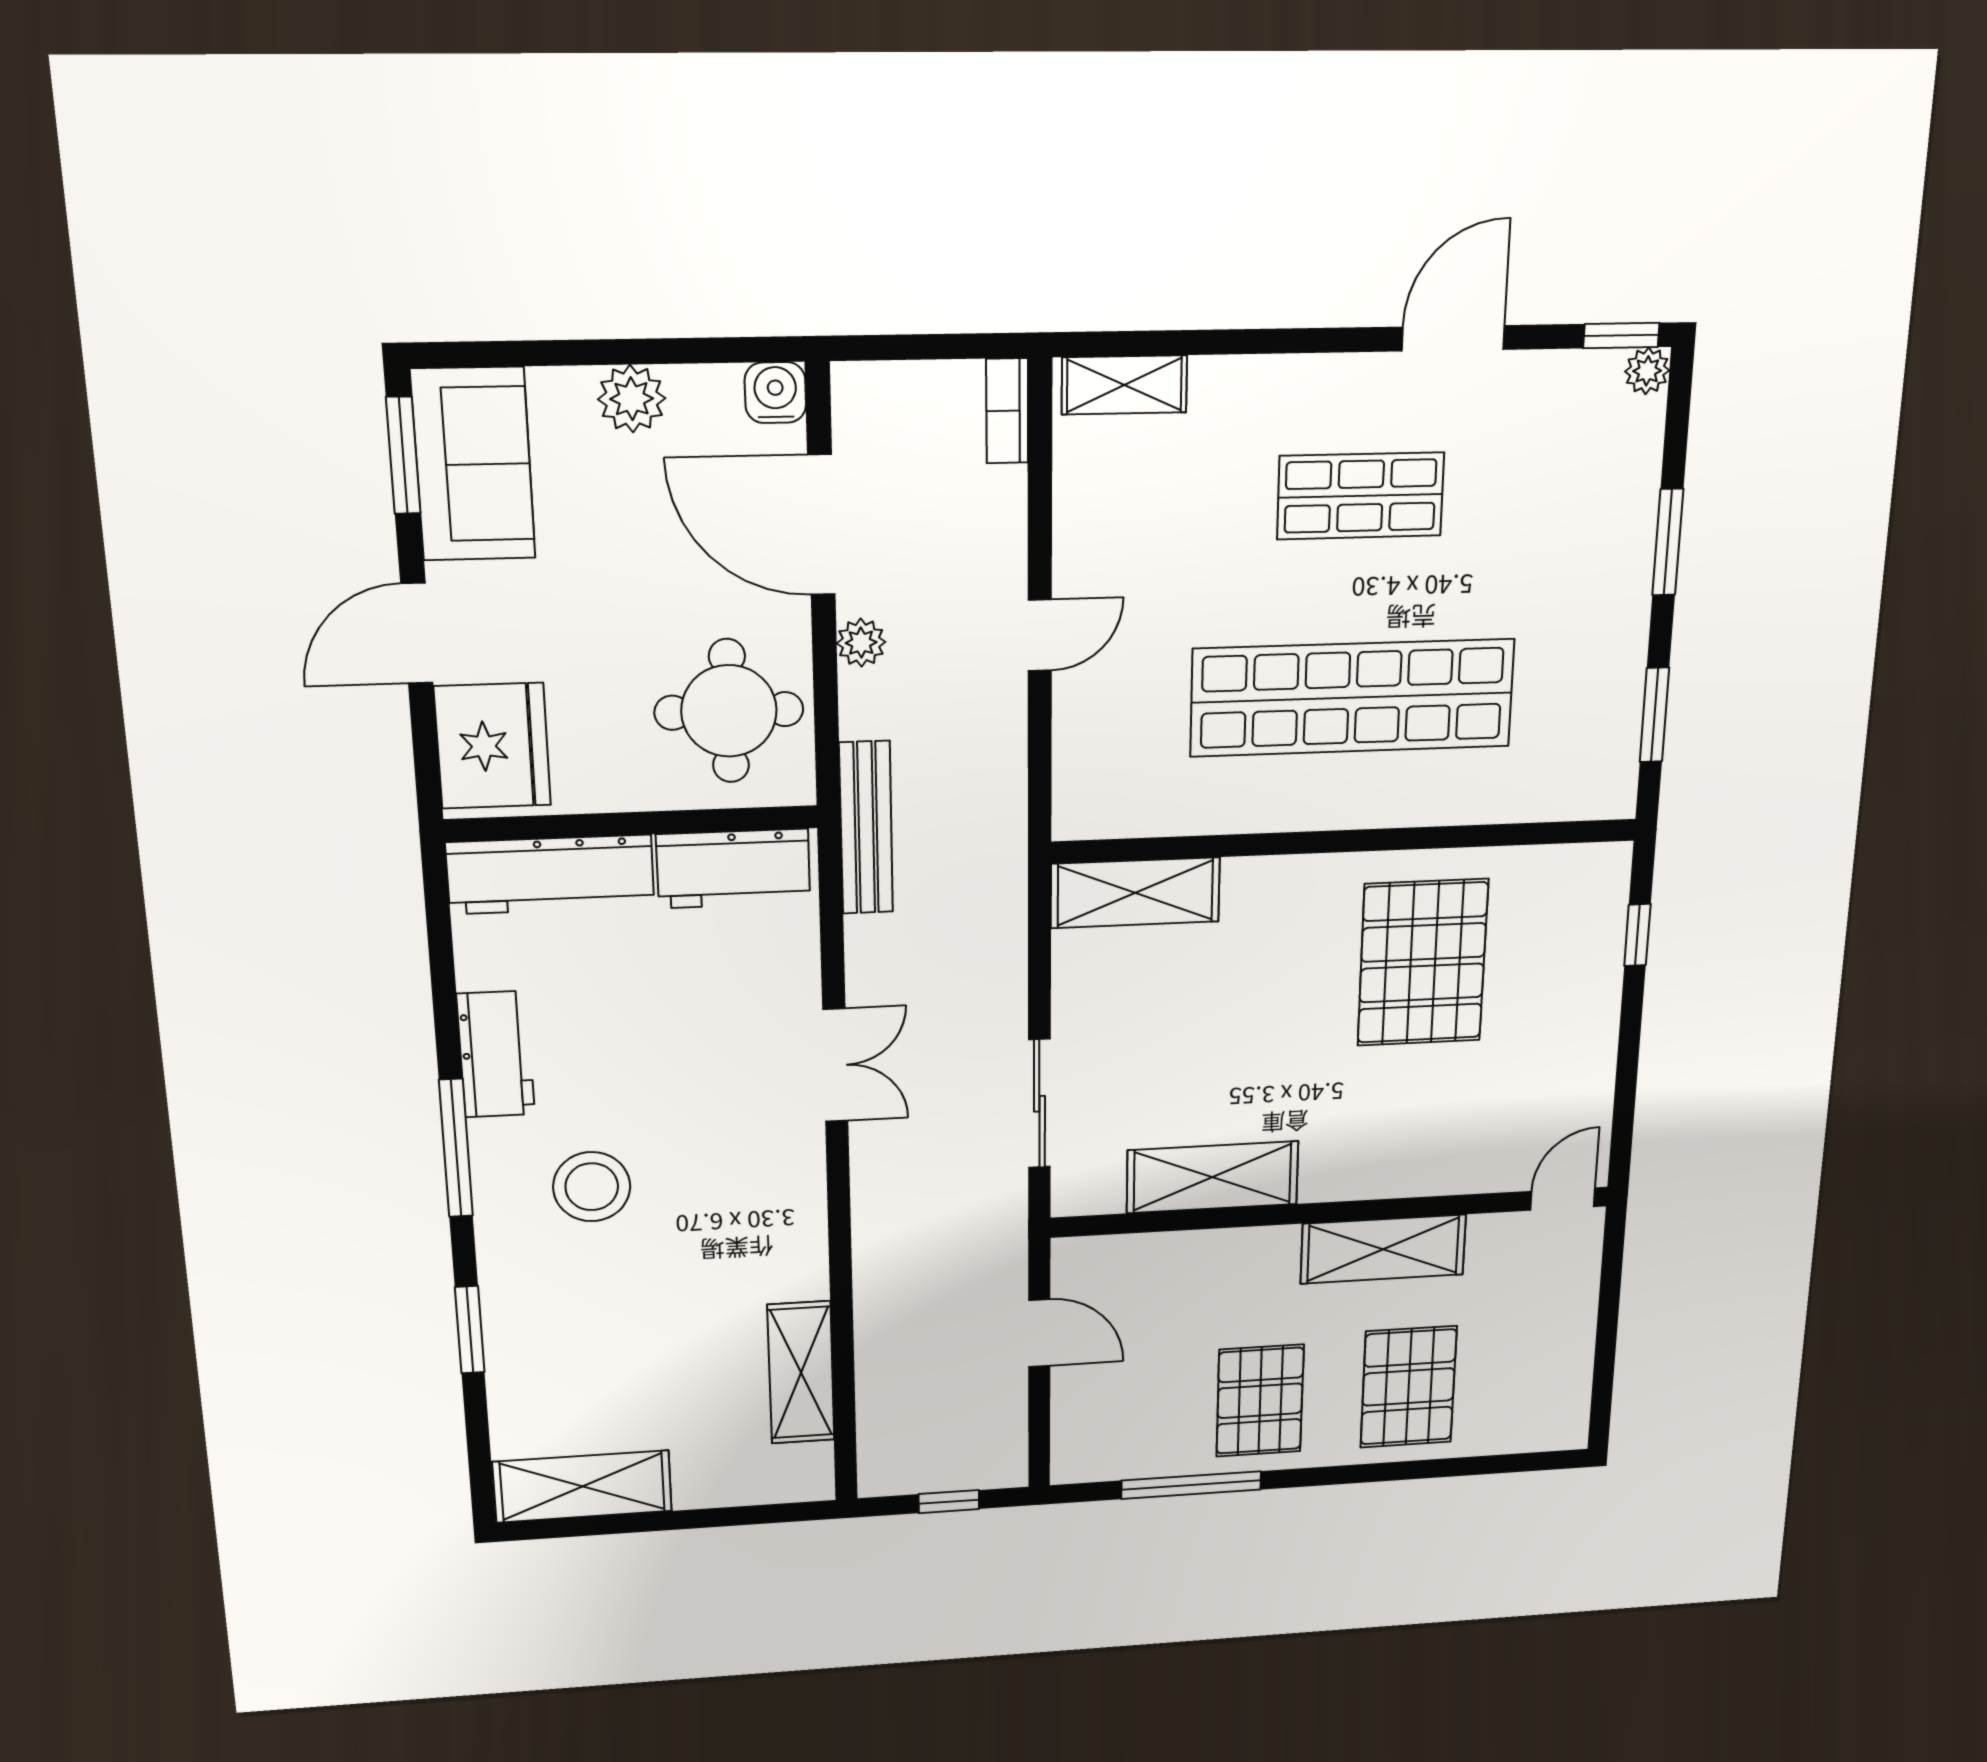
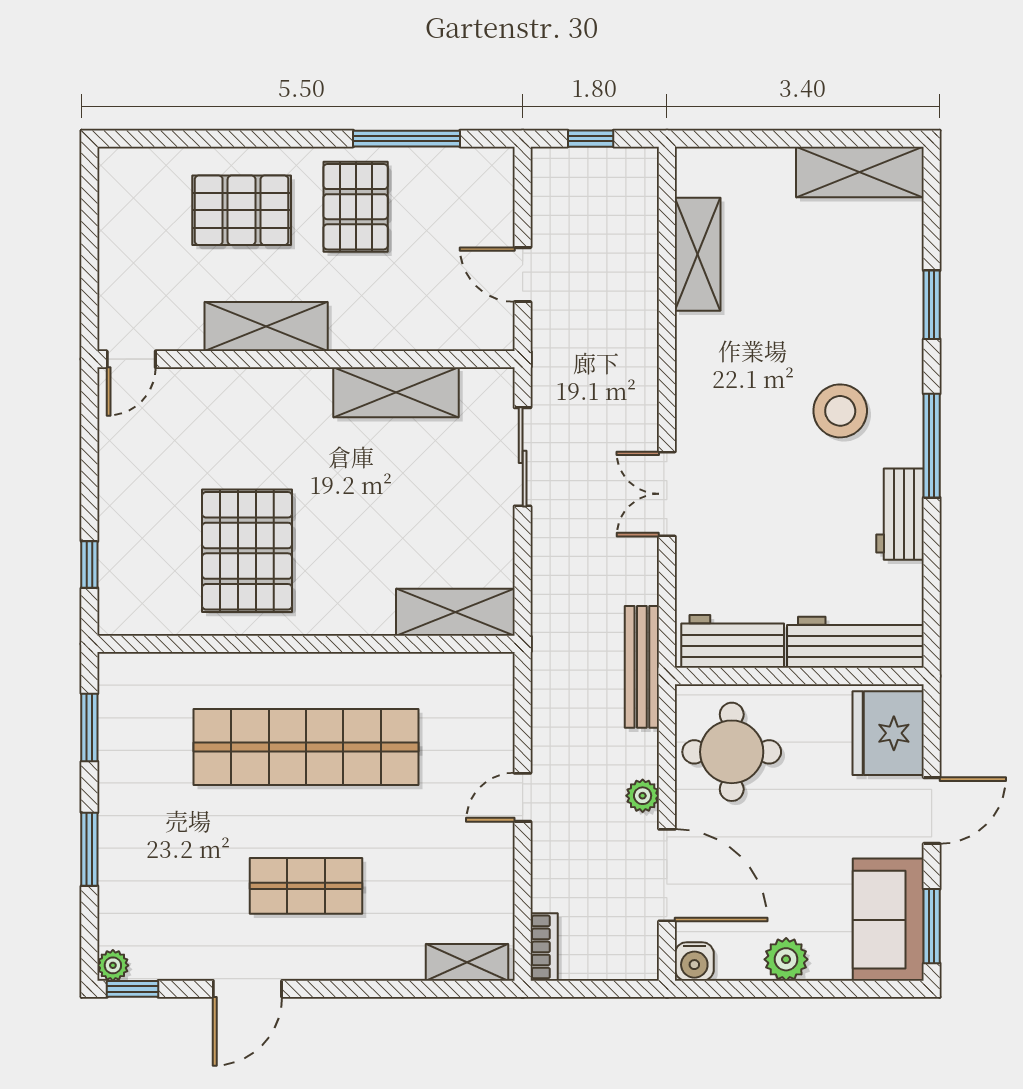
pallet: (1409, 1387) -> (242, 210), turned 90

